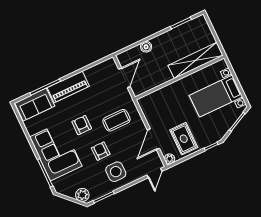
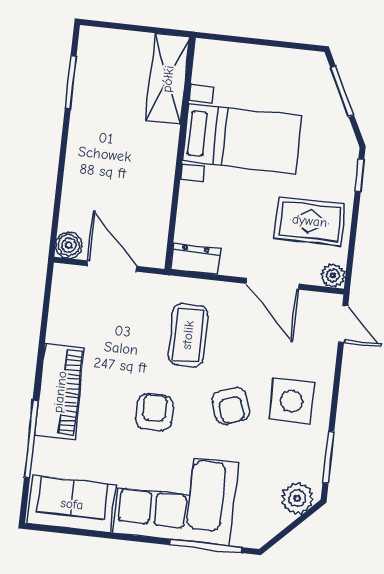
boiler: (146, 47) -> (69, 245), moved
shelving: (196, 60) -> (168, 79), width x0.68
bed with nightstands: (216, 96) -> (242, 138), moved, turned -90
sofa: (35, 105) -> (72, 504), moved, turned -90
dresser: (145, 106) -> (195, 259), added
armchair: (82, 125) -> (154, 412), turned 90
armchair: (101, 151) -> (231, 406), turned -107

